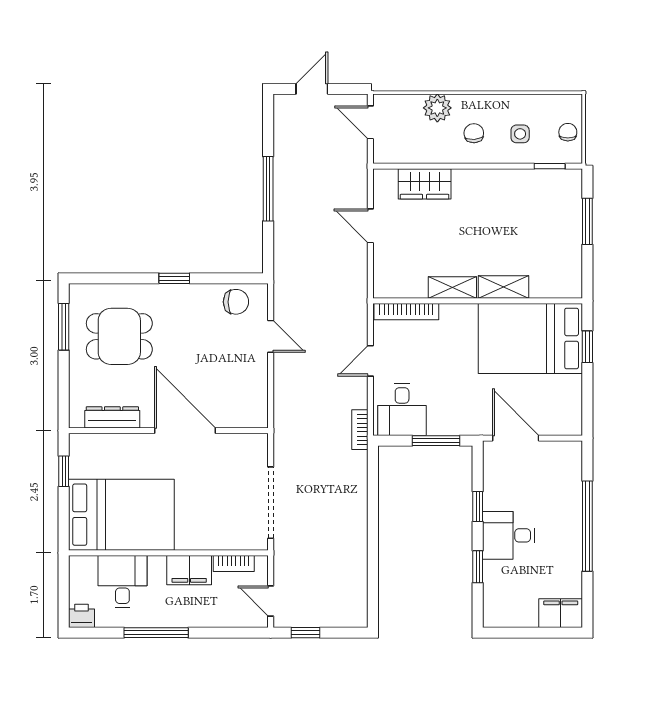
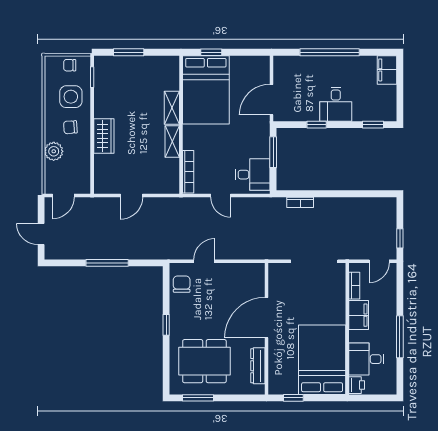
side table: (520, 134) -> (71, 97), width x1.87, depth x1.87
wardrobe: (425, 184) -> (104, 136), moved
dining table: (119, 336) -> (204, 361), width x1.37
bookcase: (360, 430) -> (300, 202), moved
window: (478, 567) -> (373, 125), moved
printer: (82, 616) -> (357, 385), moved, turned 180

